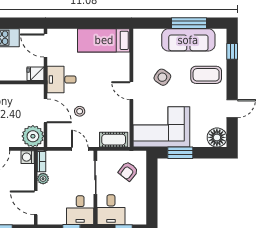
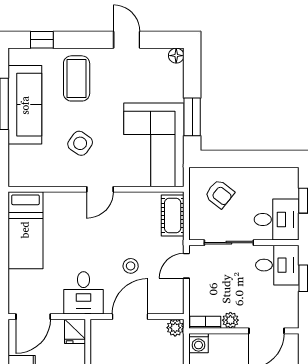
plant: (33, 136) -> (175, 328), width x0.53, depth x0.53
floor lamp: (217, 137) -> (176, 56), width x0.53, depth x0.53

